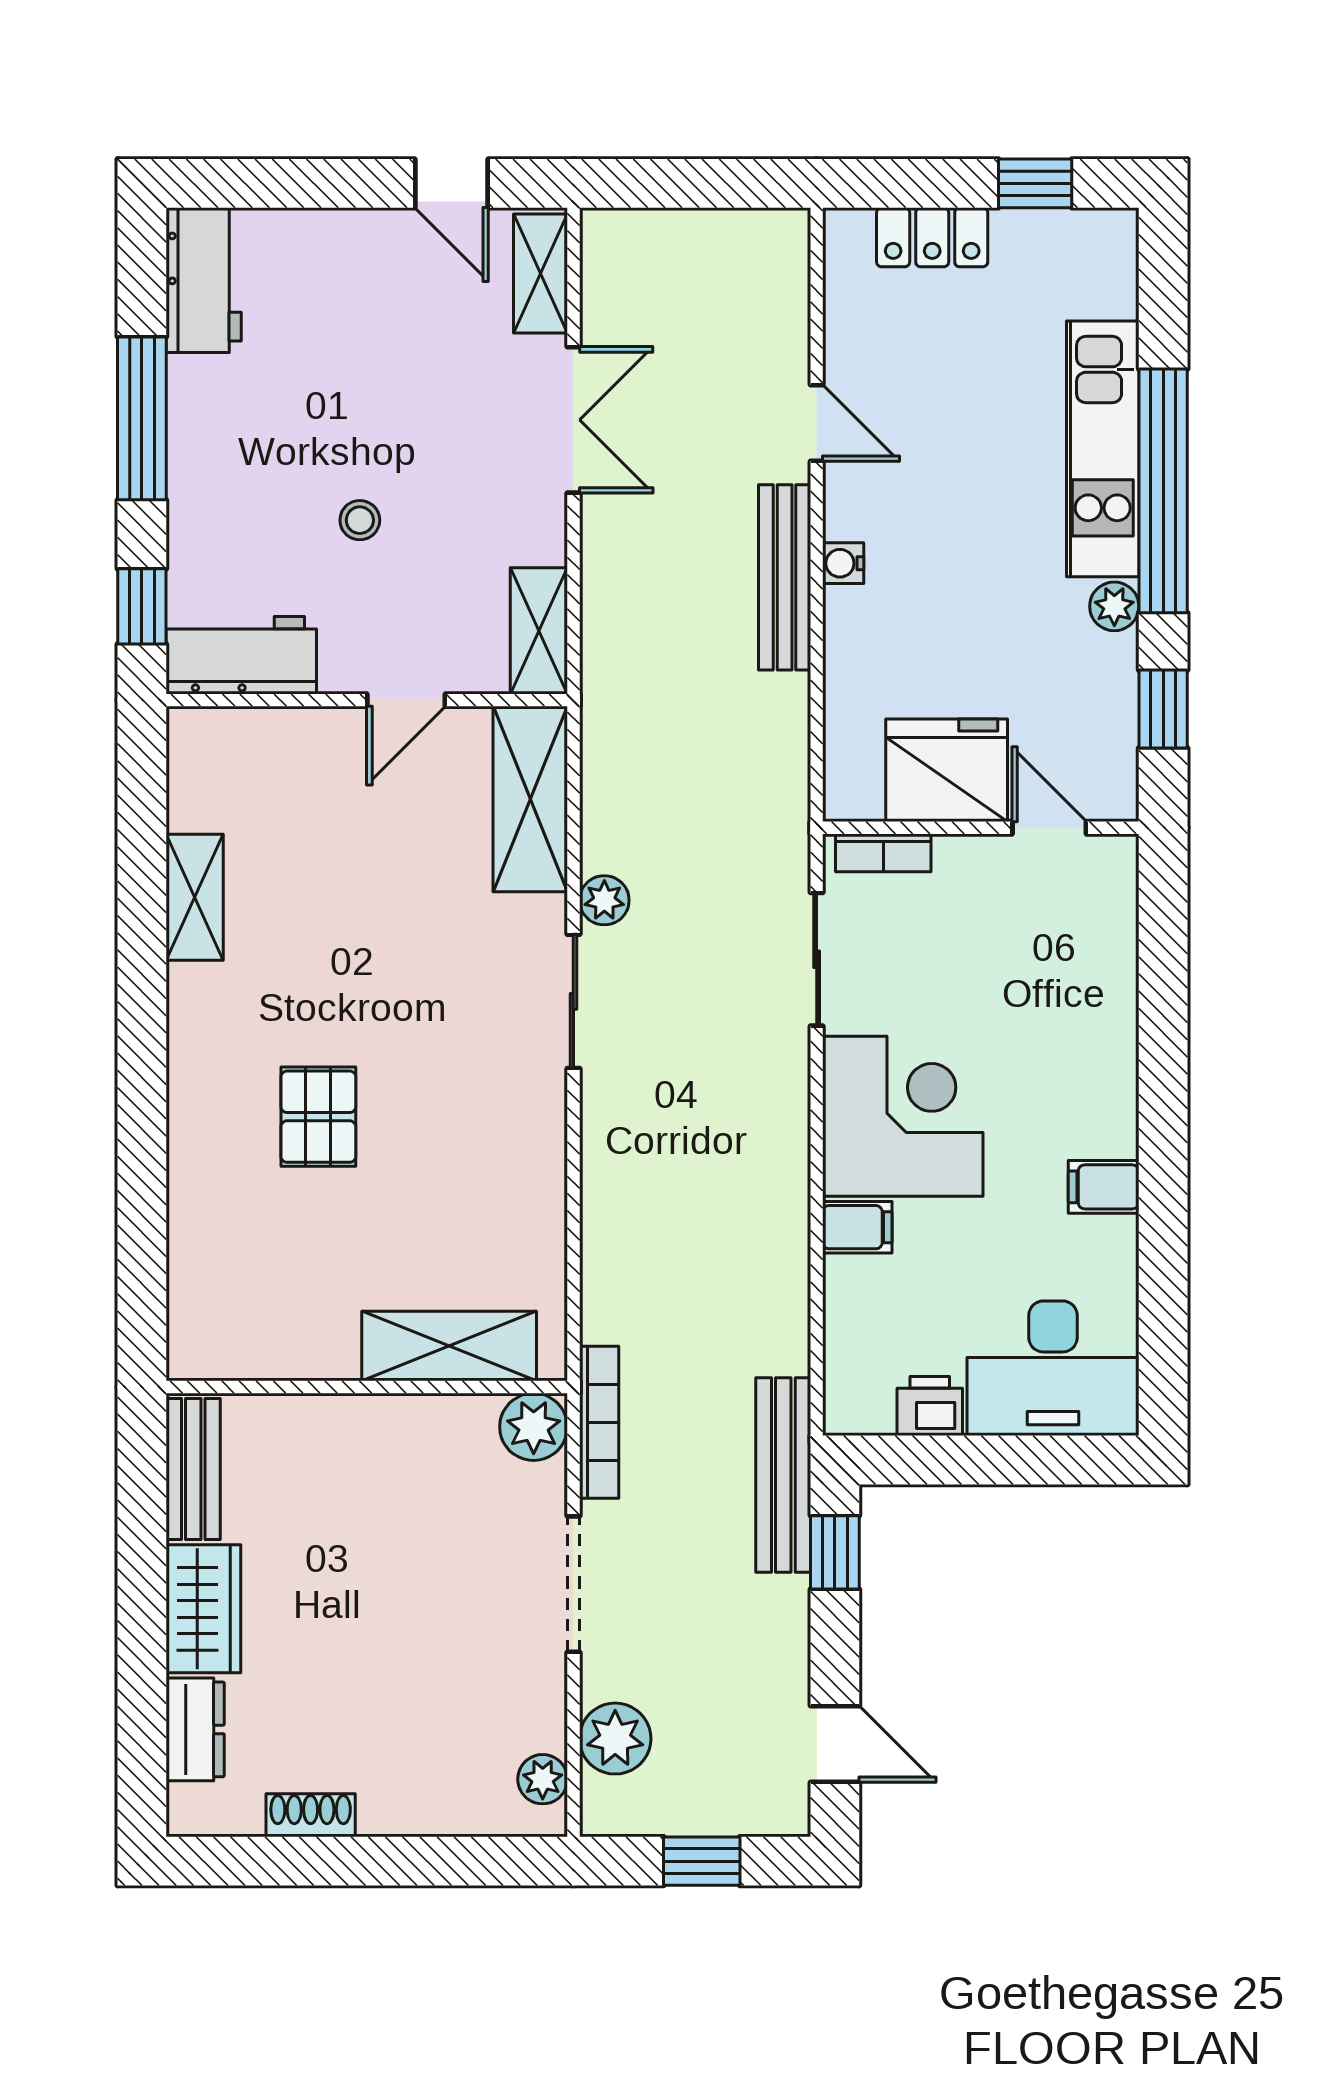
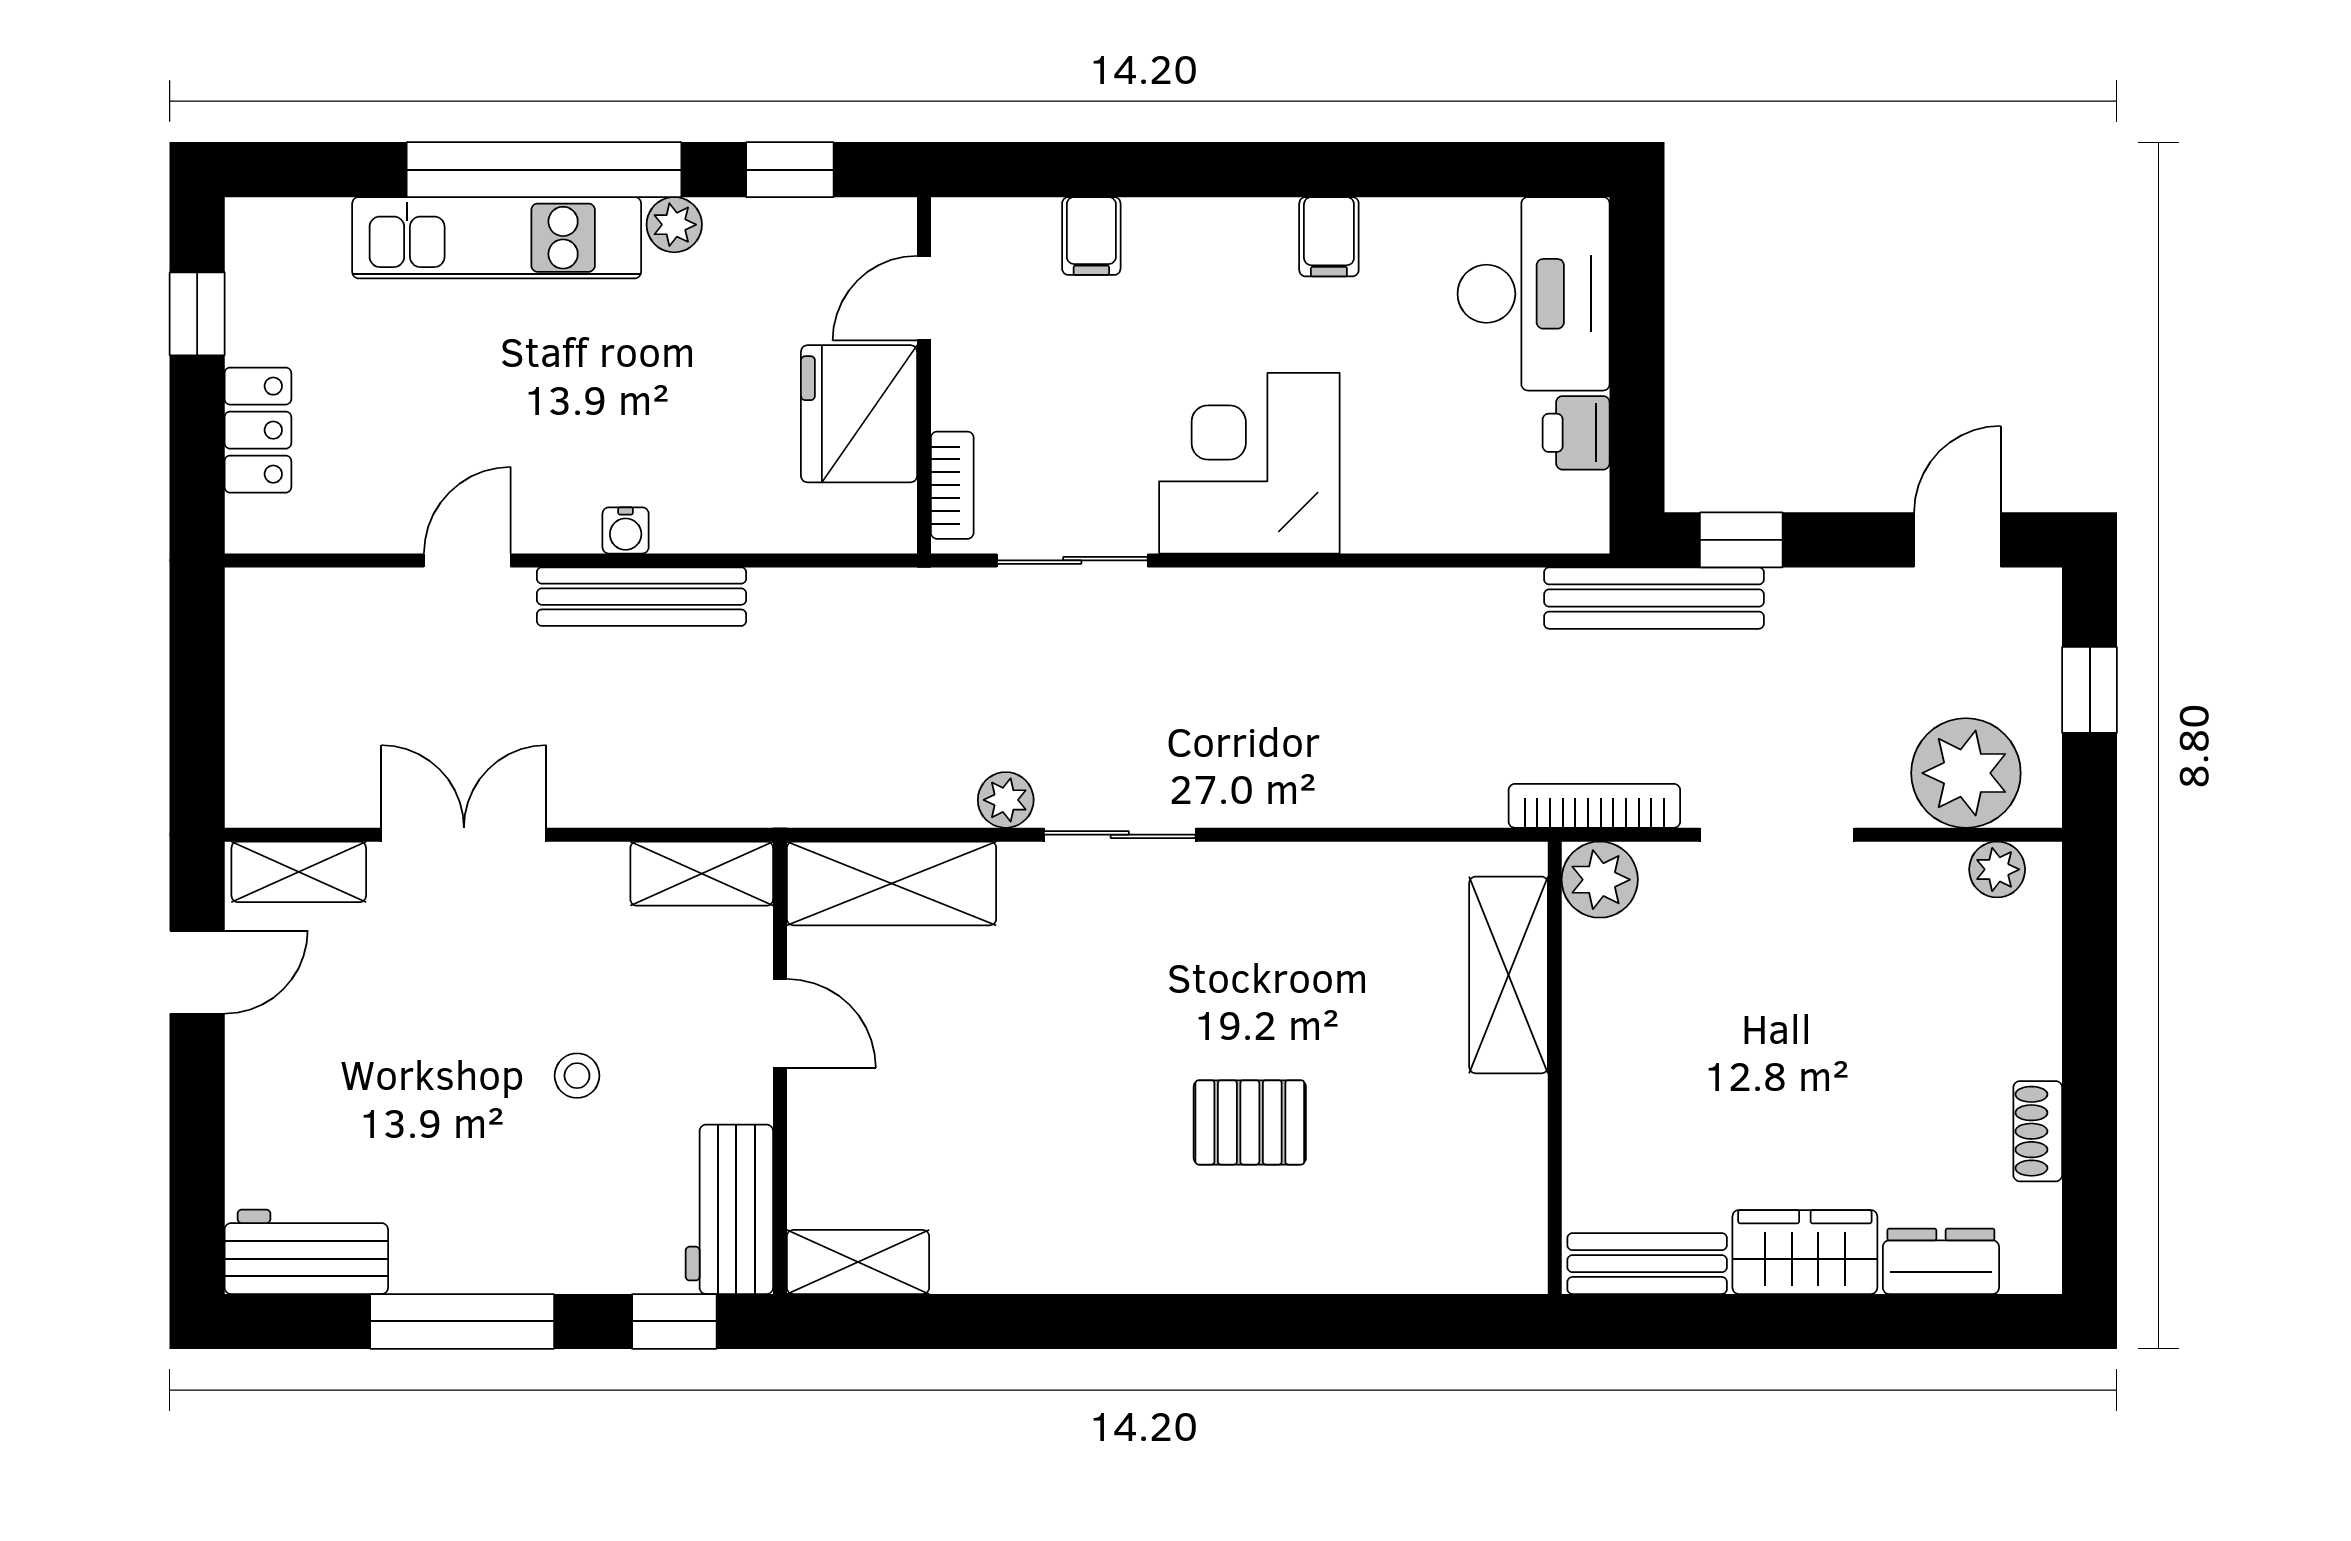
shelving: (195, 897) -> (858, 1262), moved
filing cabinet: (857, 1227) -> (1091, 236), moved, turned 180
plant: (615, 1739) -> (1966, 773), width x1.36, depth x1.36

